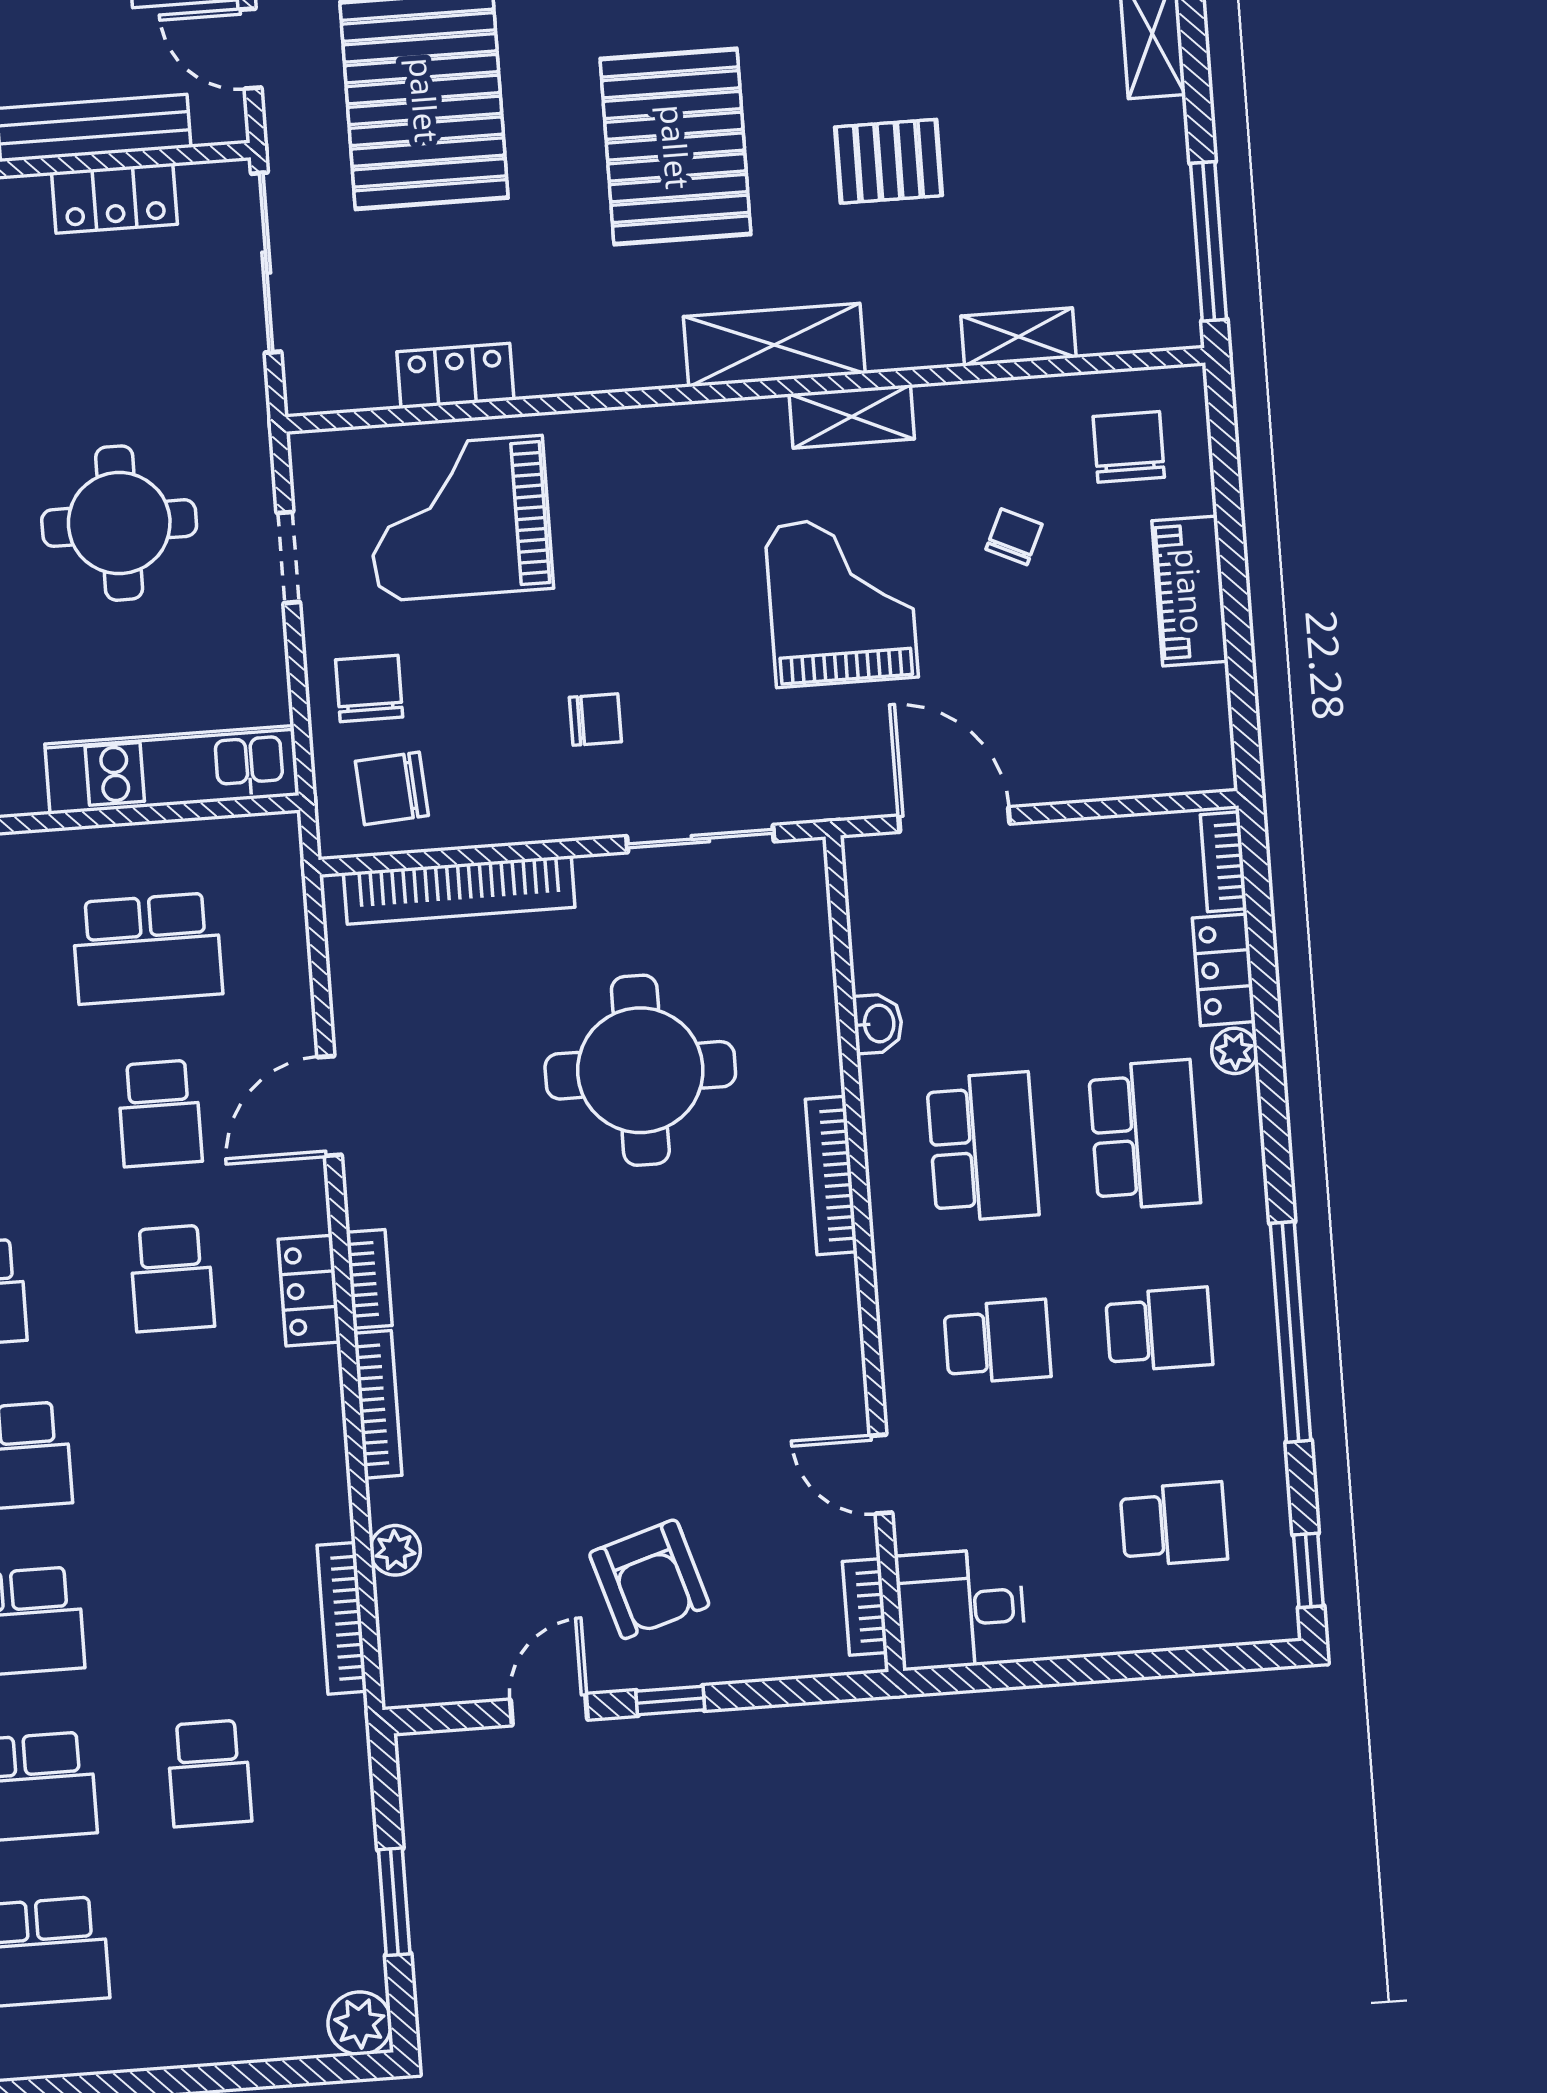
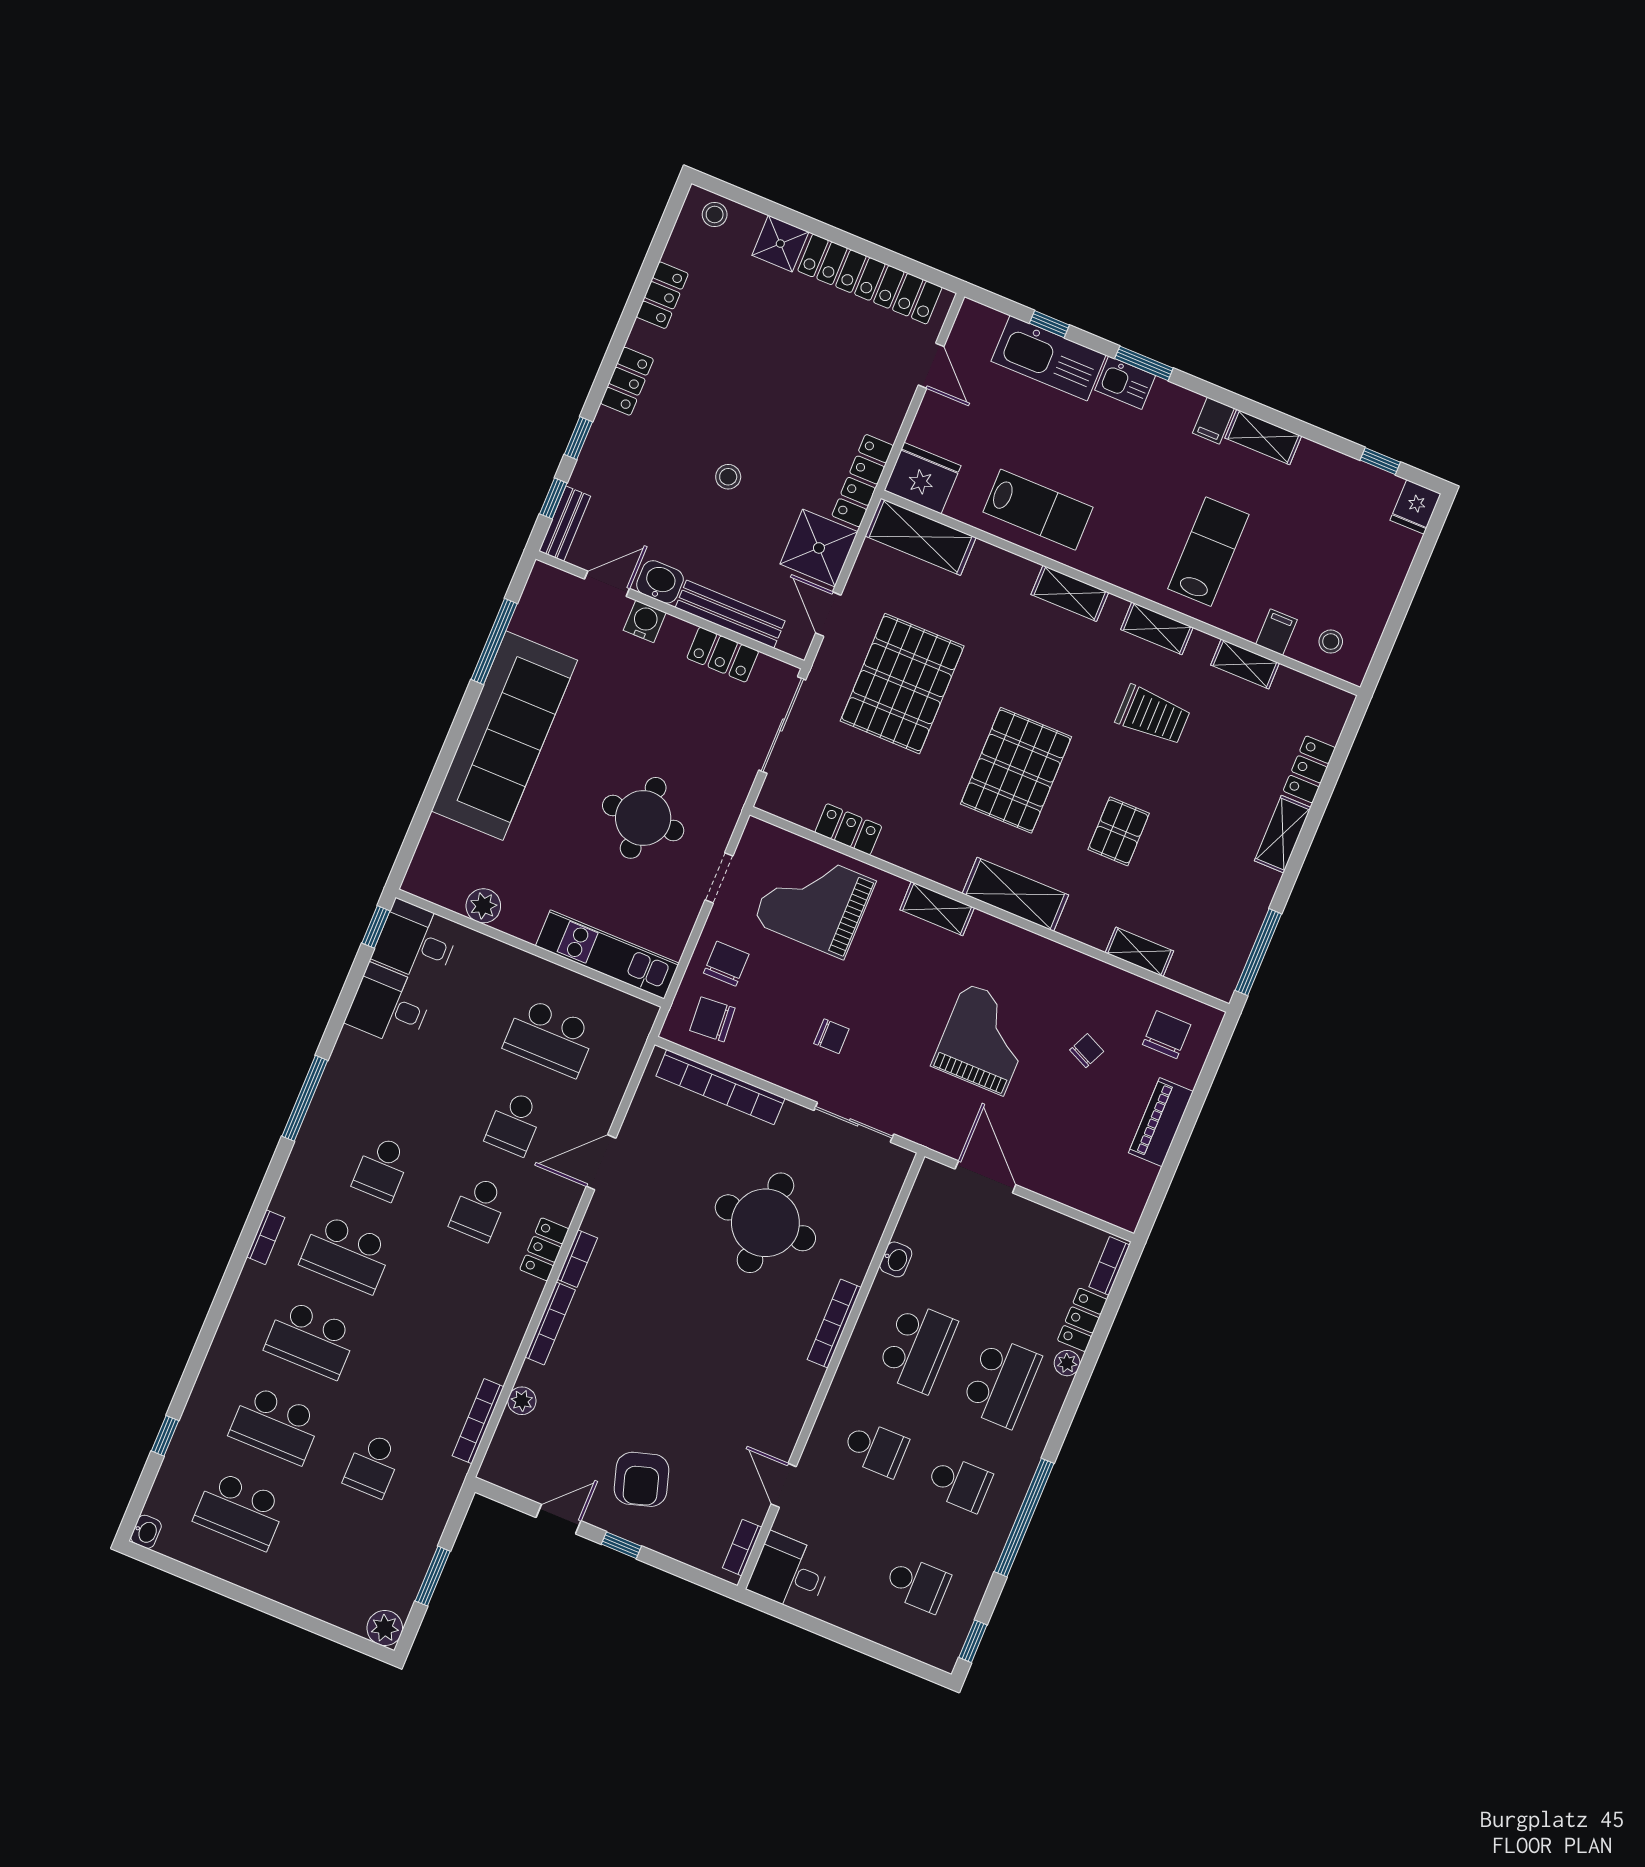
pallet: (888, 161) -> (1119, 831), turned 90
shelving: (852, 416) -> (937, 909), moved

